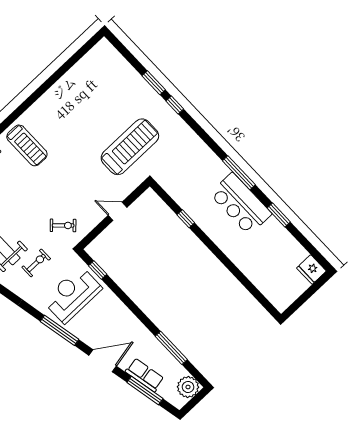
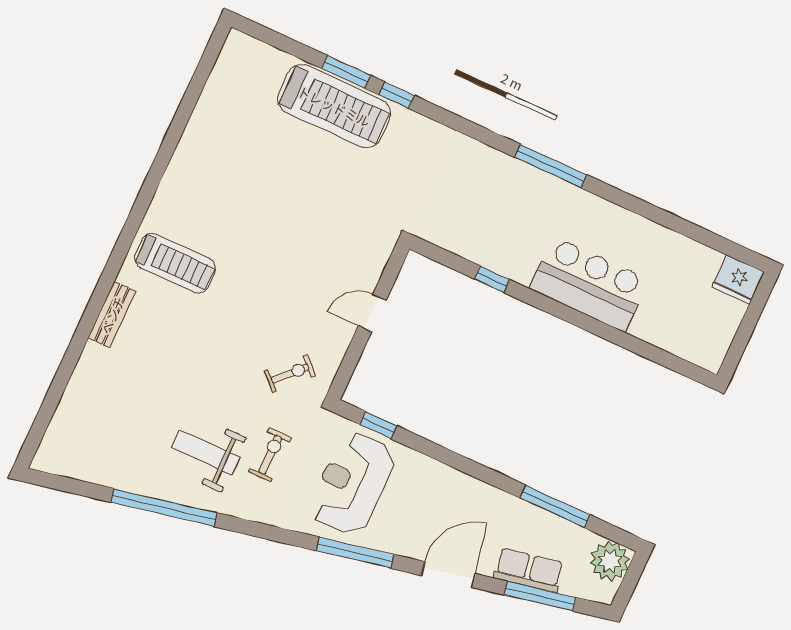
treadmill: (130, 147) -> (334, 106), moved, turned 90
bar counter: (241, 204) -> (589, 284), moved, turned 180
window: (279, 215) -> (646, 210), removed

